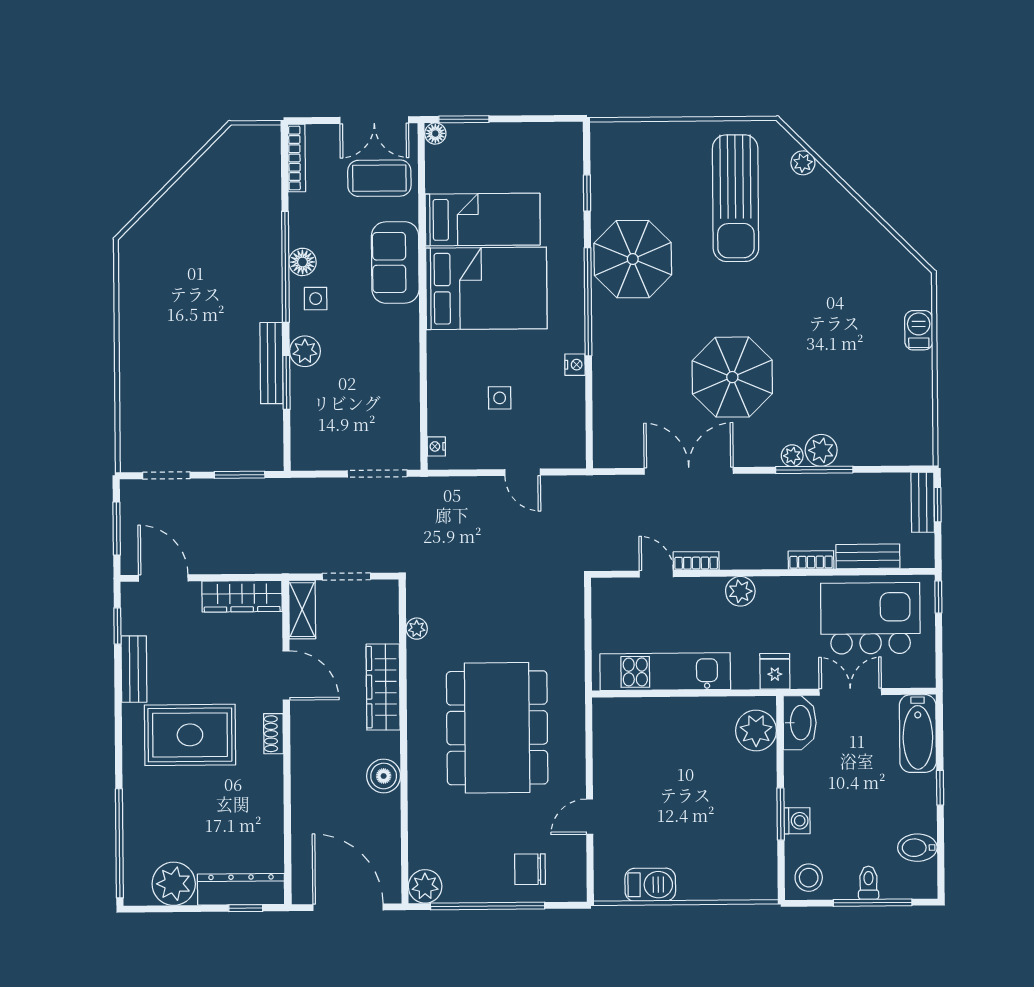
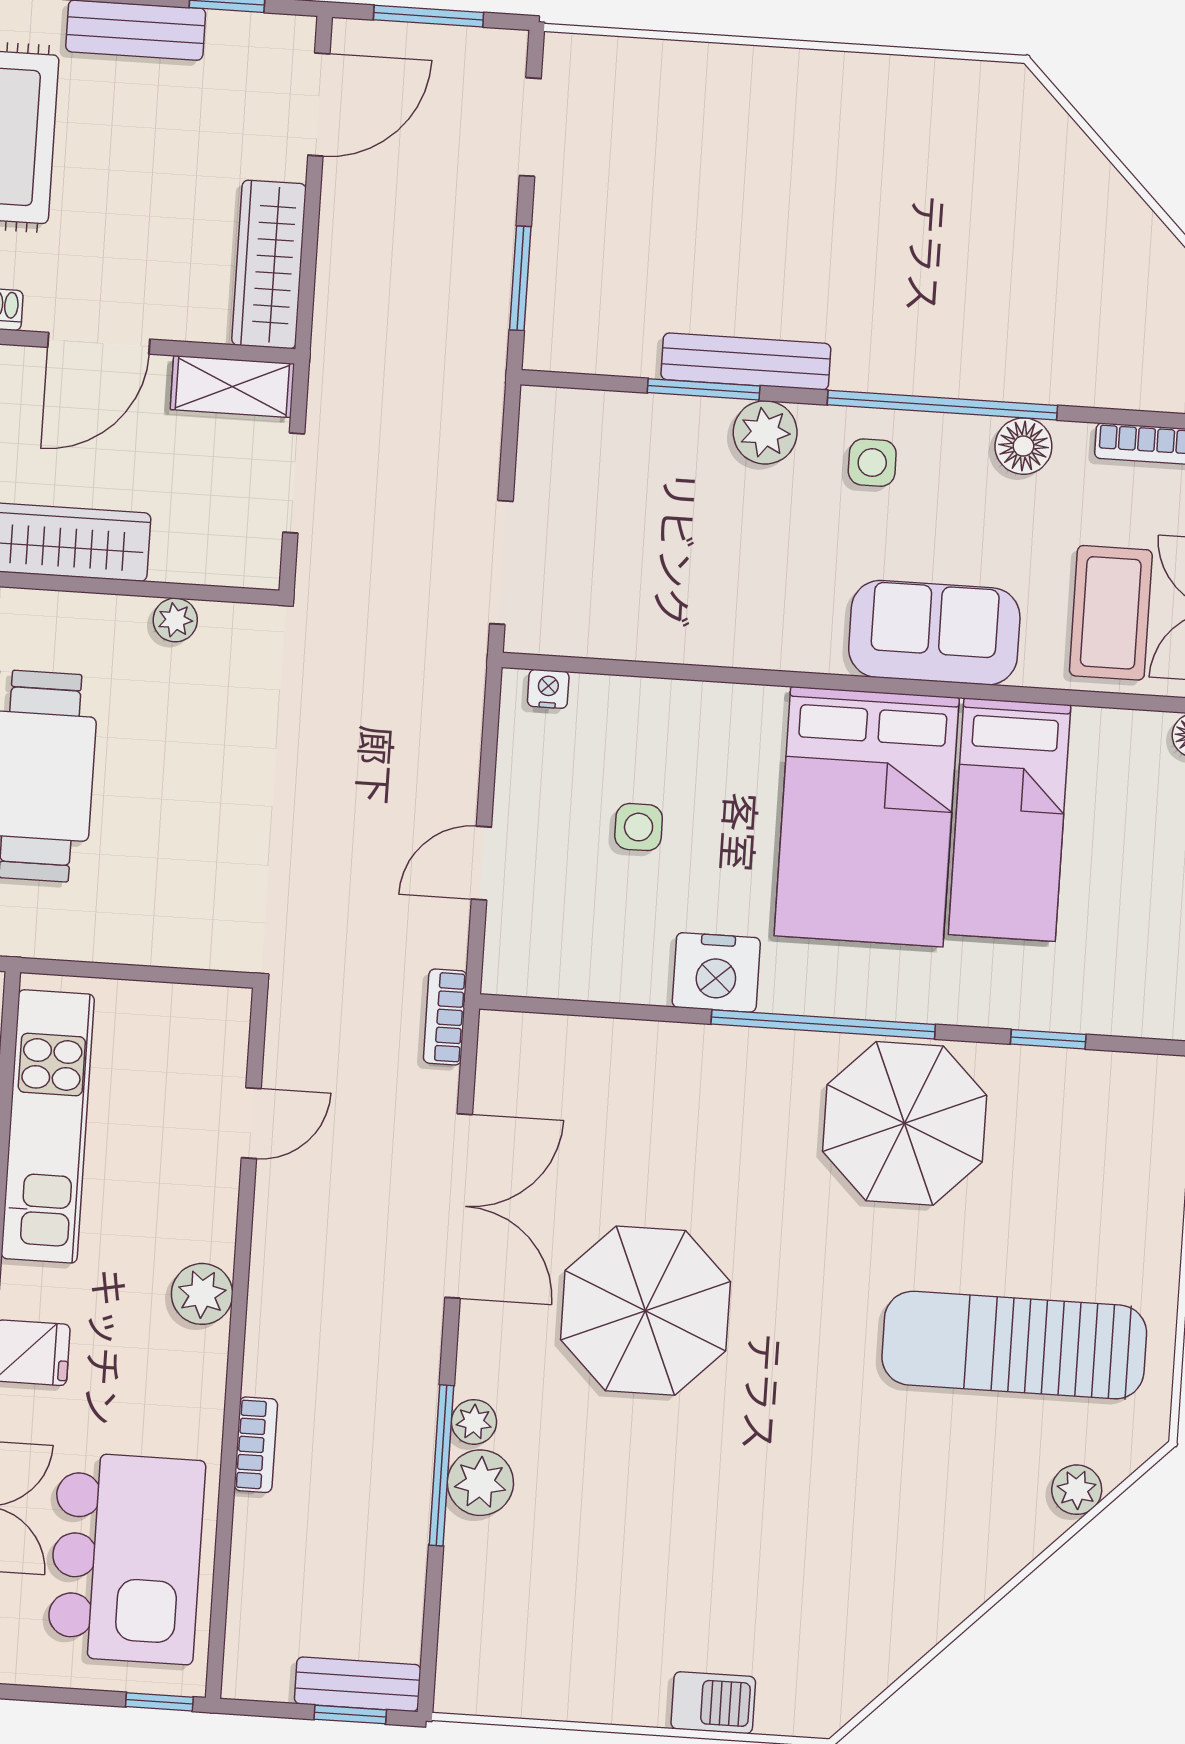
floor lamp: (302, 262) -> (1023, 446), moved
nightstand: (575, 365) -> (716, 972), width x1.89, depth x1.79
bench: (868, 556) -> (254, 1563), removed
bookcase: (696, 561) -> (445, 1017), moved, turned 180

